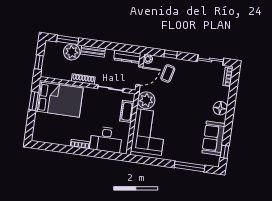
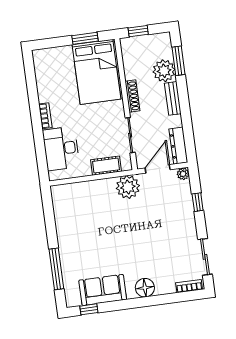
coffee table: (168, 73) -> (171, 206), removed
door: (139, 76) -> (158, 169), swing flipped
corner sofa: (149, 132) -> (87, 202), removed

